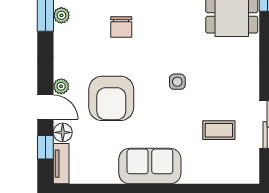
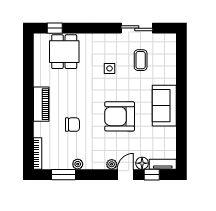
plant: (61, 15) -> (78, 164), moved
side table: (177, 82) -> (110, 68), moved
armchair: (111, 98) -> (120, 116), moved, turned 180

